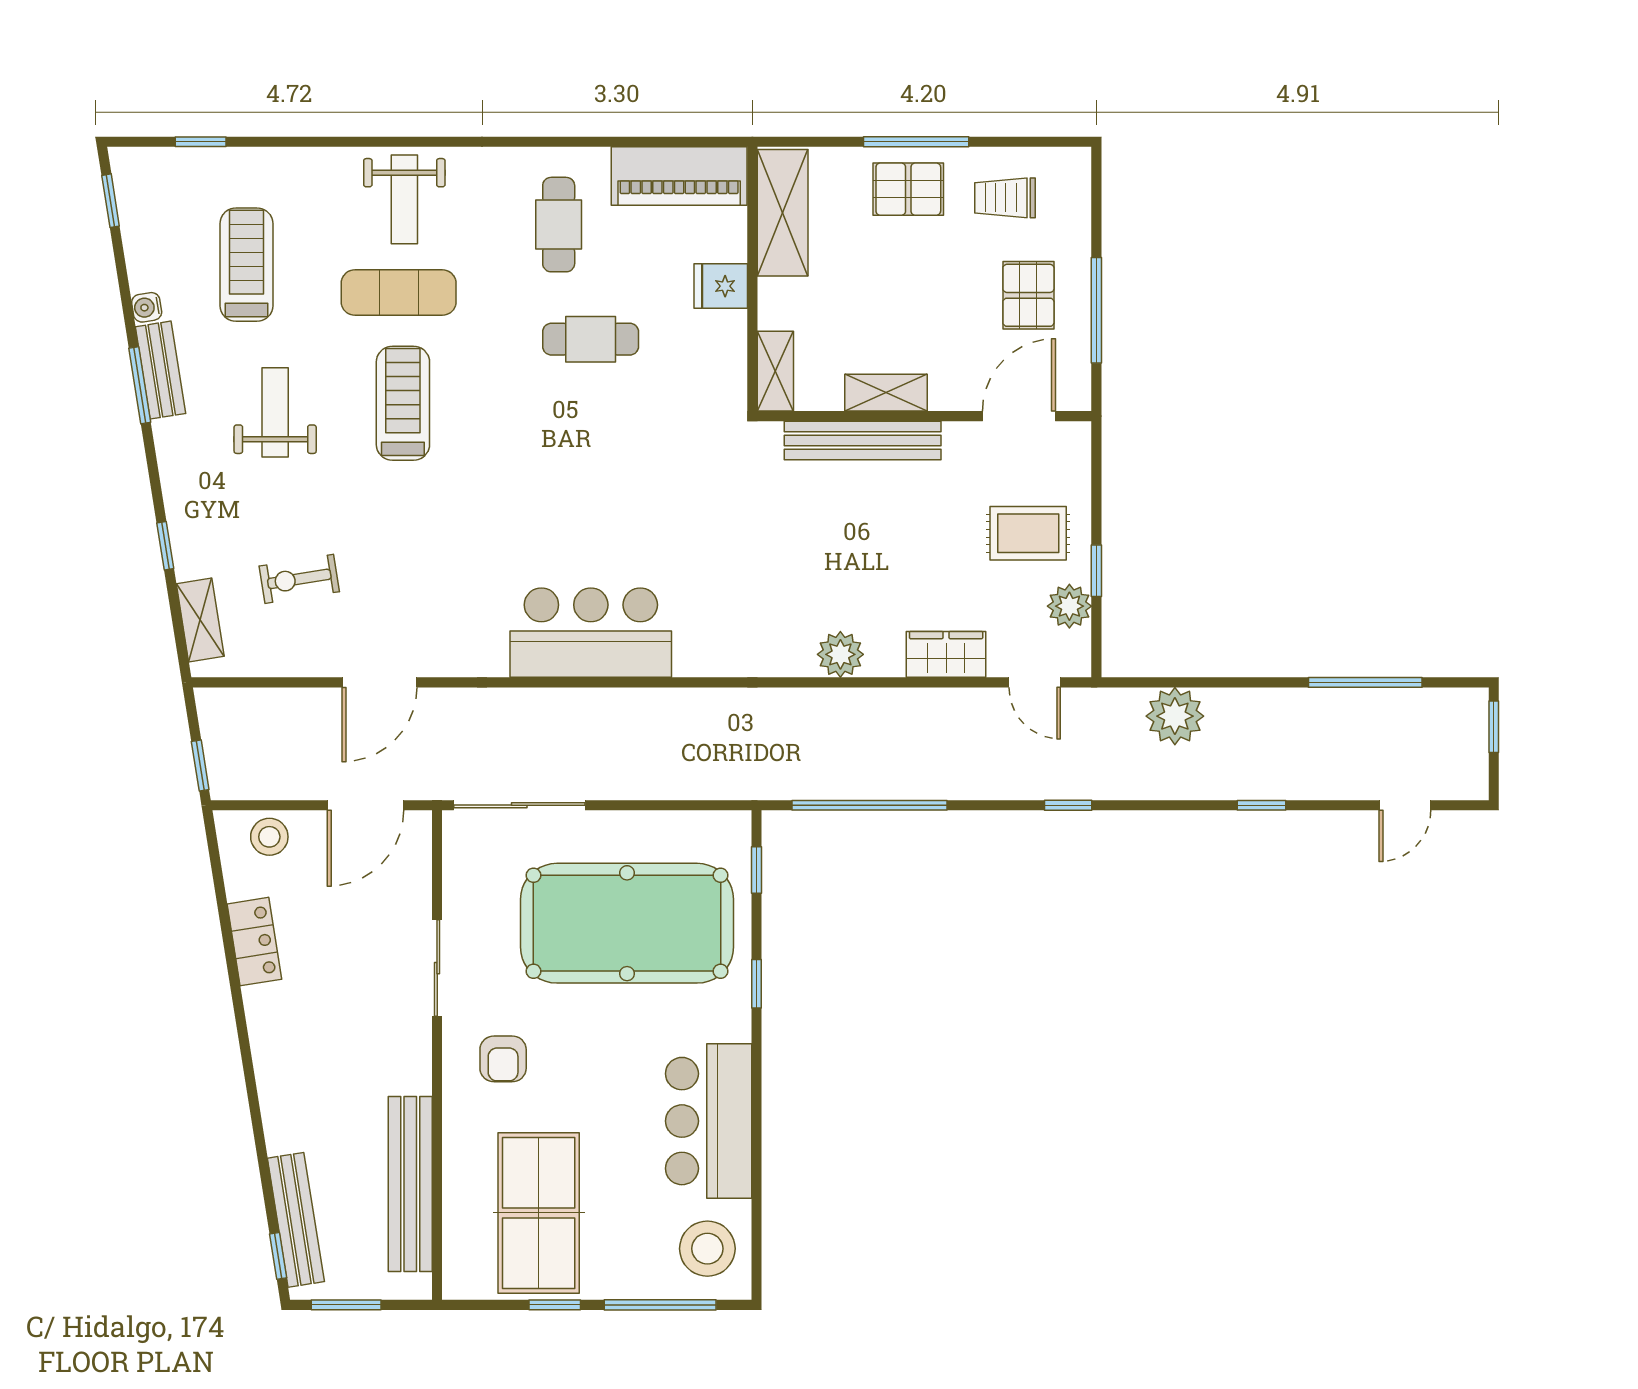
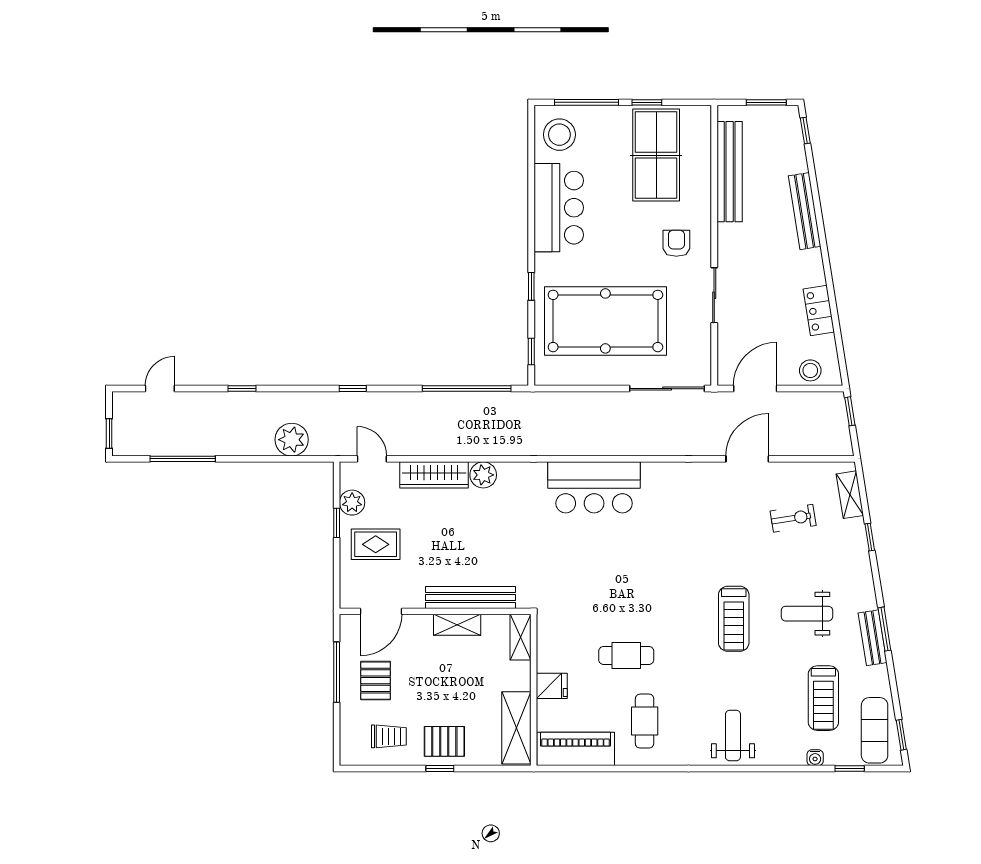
window: (916, 142) -> (440, 769), width x0.46
exercise mat: (399, 293) -> (875, 730), moved, turned 90
water cooler: (147, 307) -> (815, 758), moved, turned 99
weight bench: (275, 412) -> (807, 614), turned 90
bar counter: (591, 633) -> (594, 487), moved
wardrobe: (946, 654) -> (434, 475), width x1.50
bench: (296, 1220) -> (805, 211), moved

